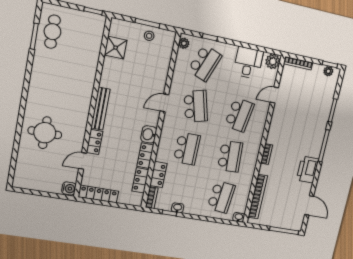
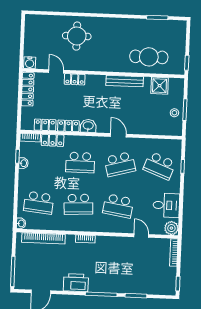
cafe table: (52, 32) -> (149, 57), moved, width x1.37, depth x1.35
plant: (184, 43) -> (173, 144), removed
plant: (328, 71) -> (171, 283), removed
bench: (100, 109) -> (125, 81), moved

